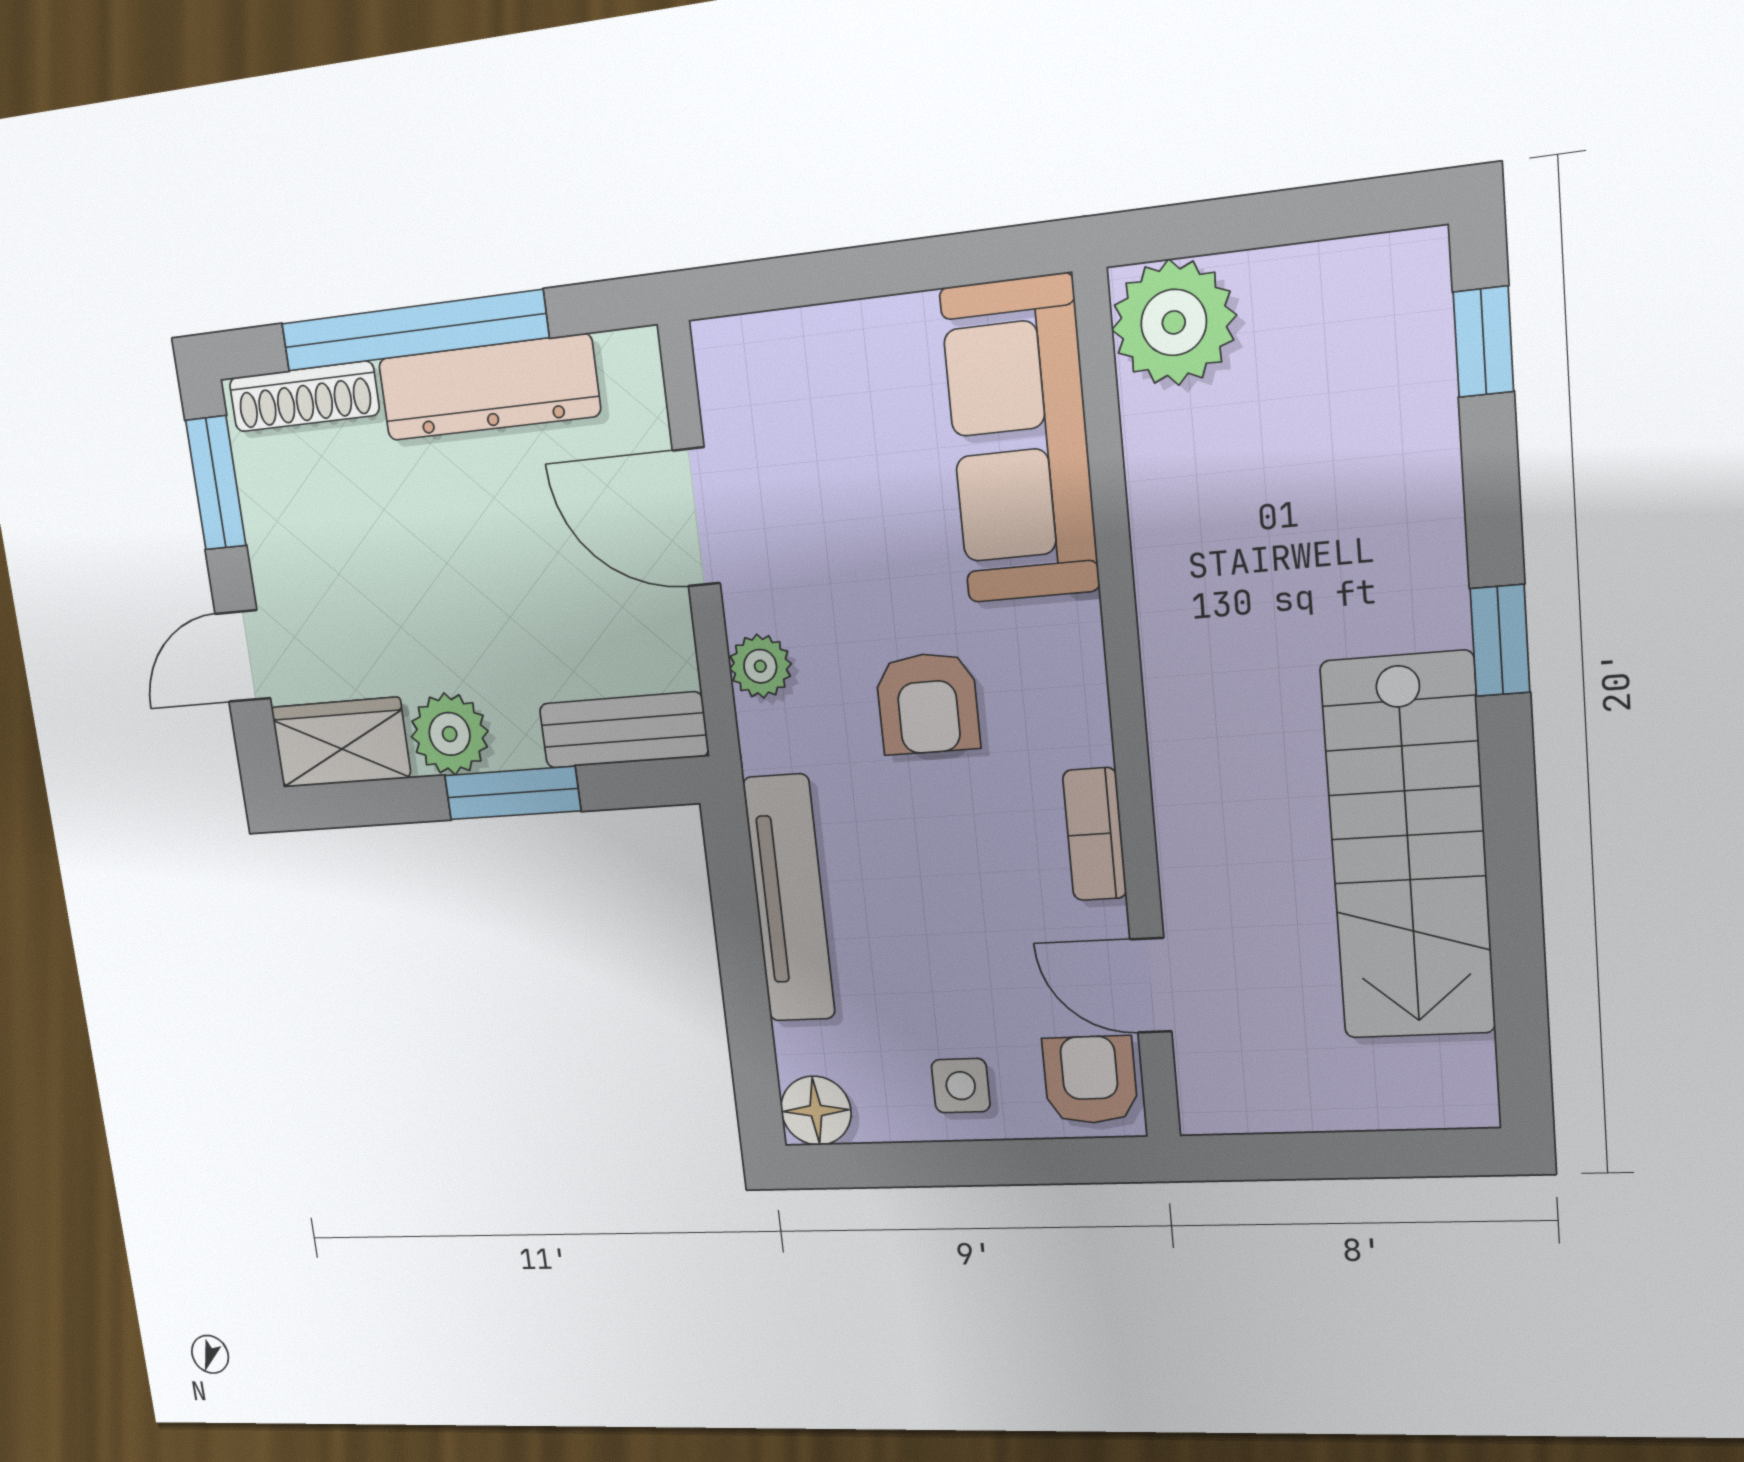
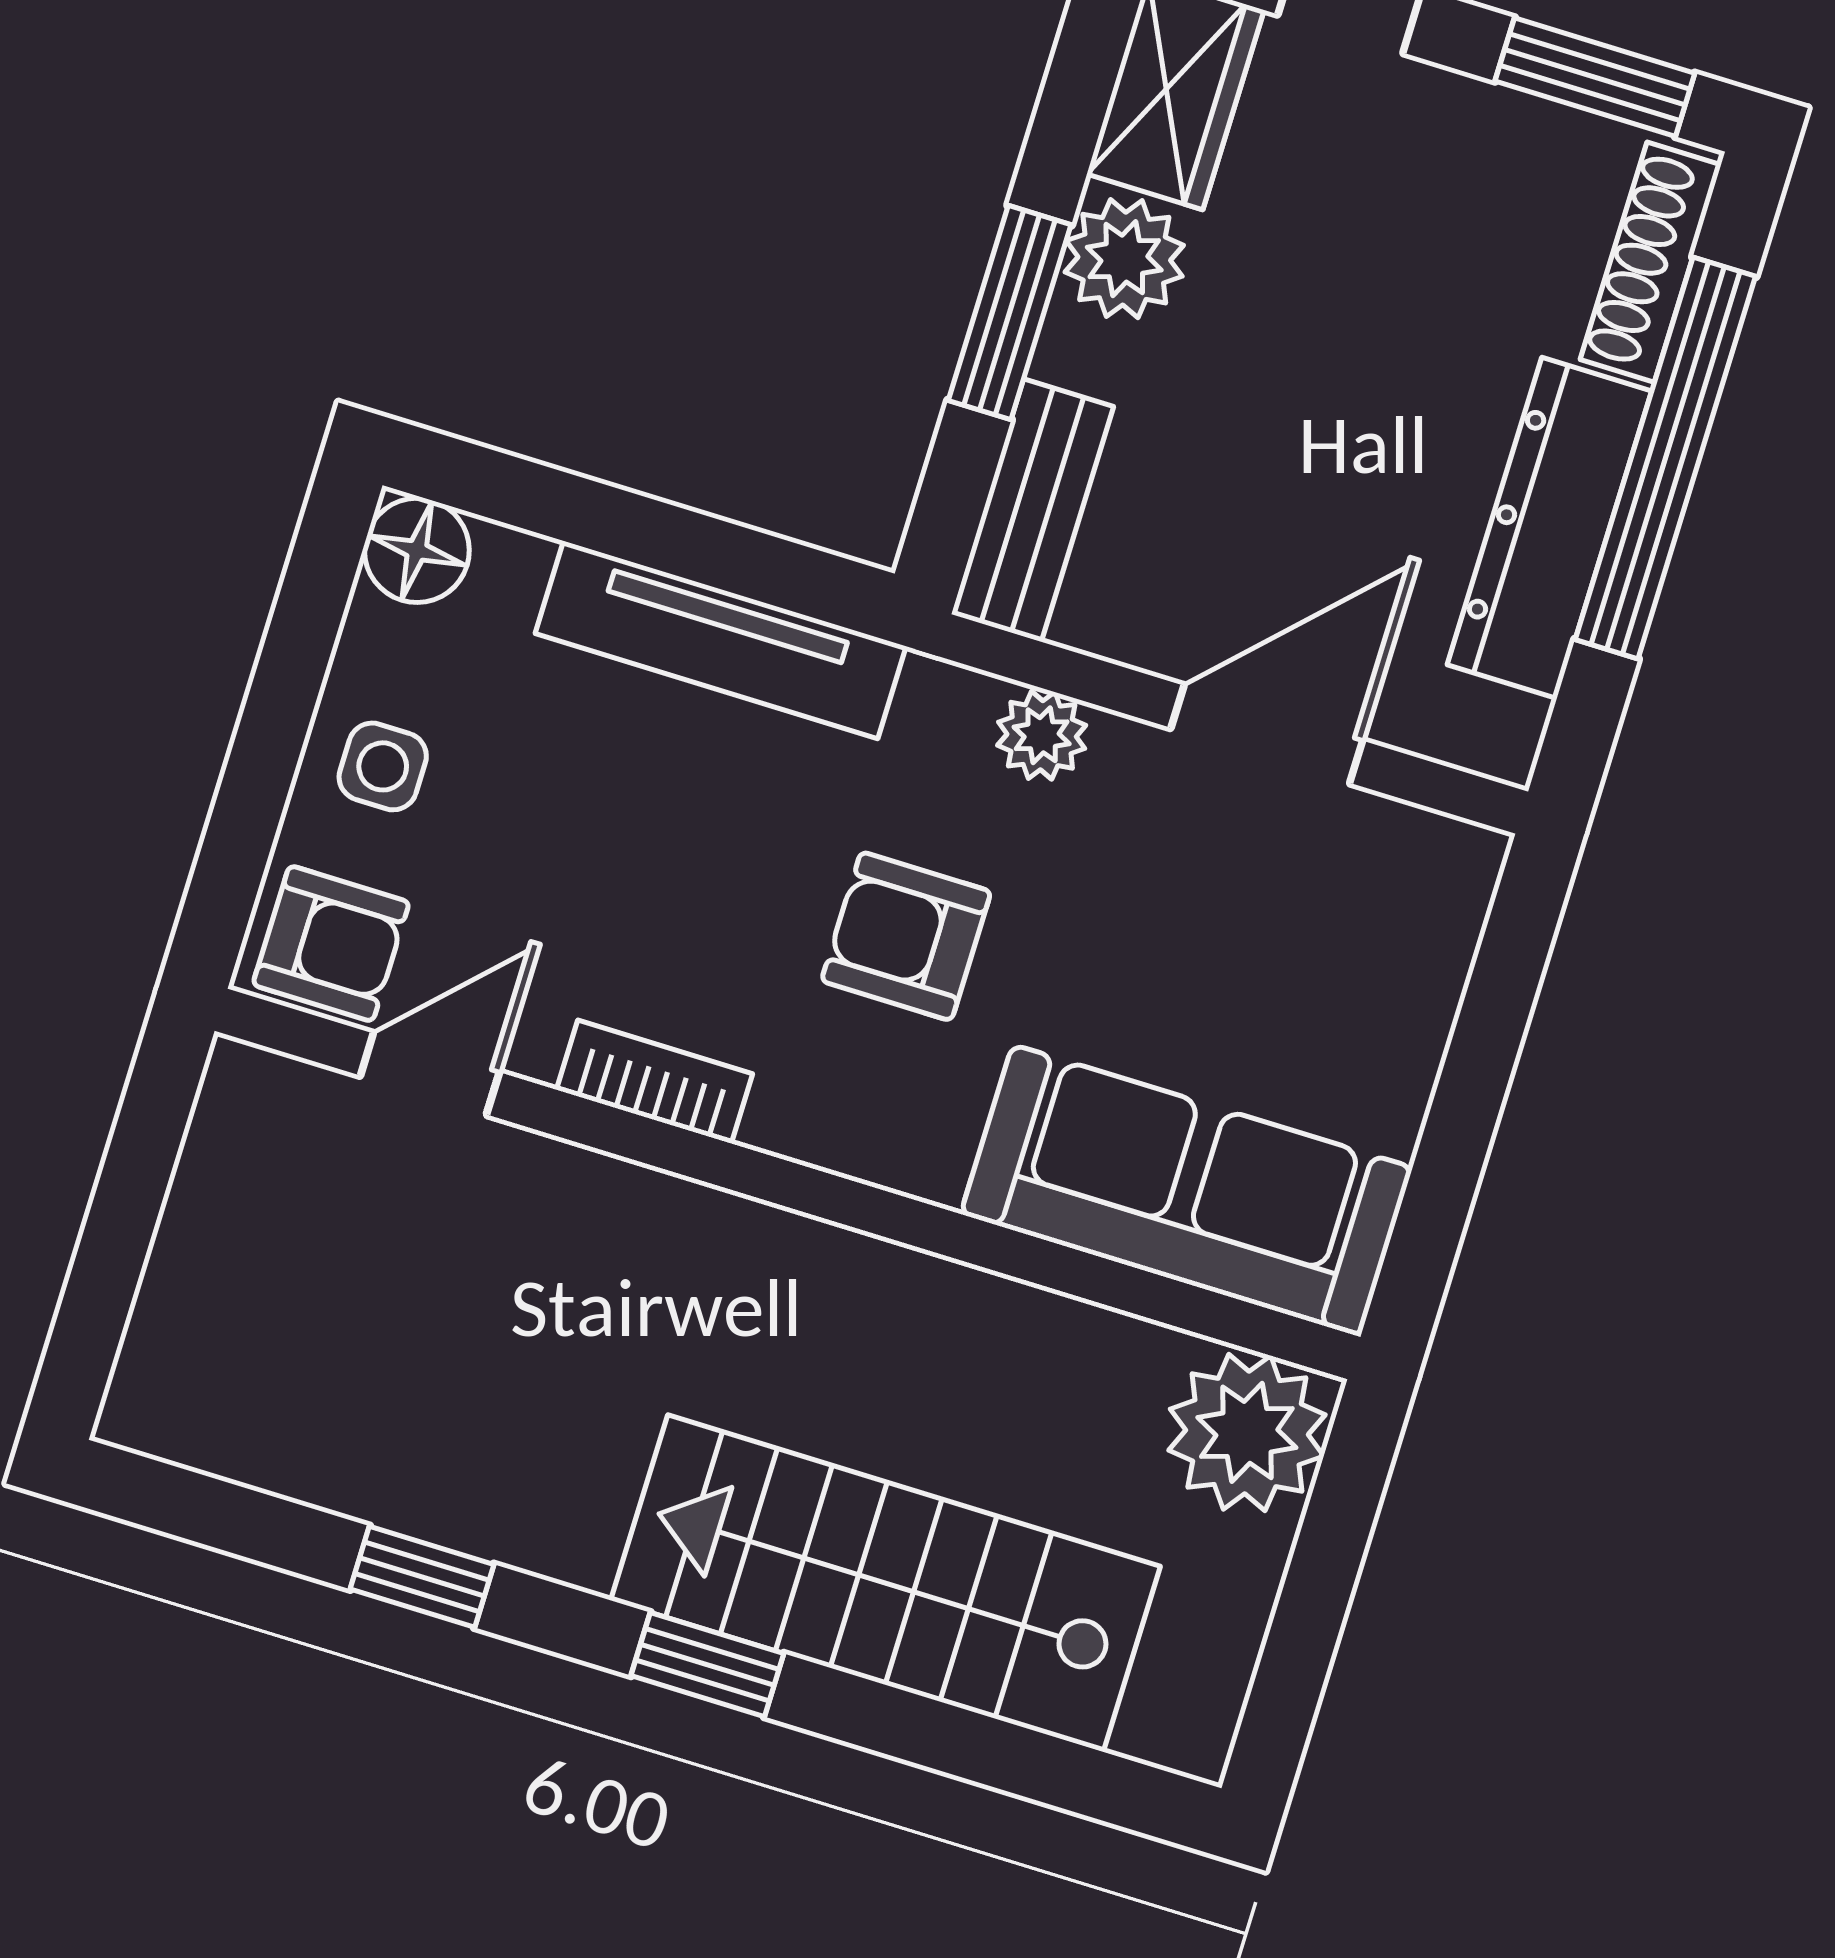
window: (1483, 342) -> (422, 1577), moved
stairs: (1408, 848) -> (885, 1583), moved

